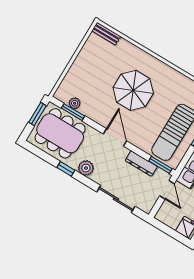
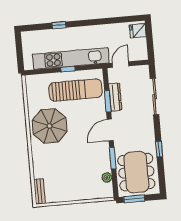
parasol: (133, 90) -> (50, 126), moved
window: (73, 112) -> (113, 158), moved
window: (160, 165) -> (108, 101), moved
plant: (86, 168) -> (148, 135), removed

